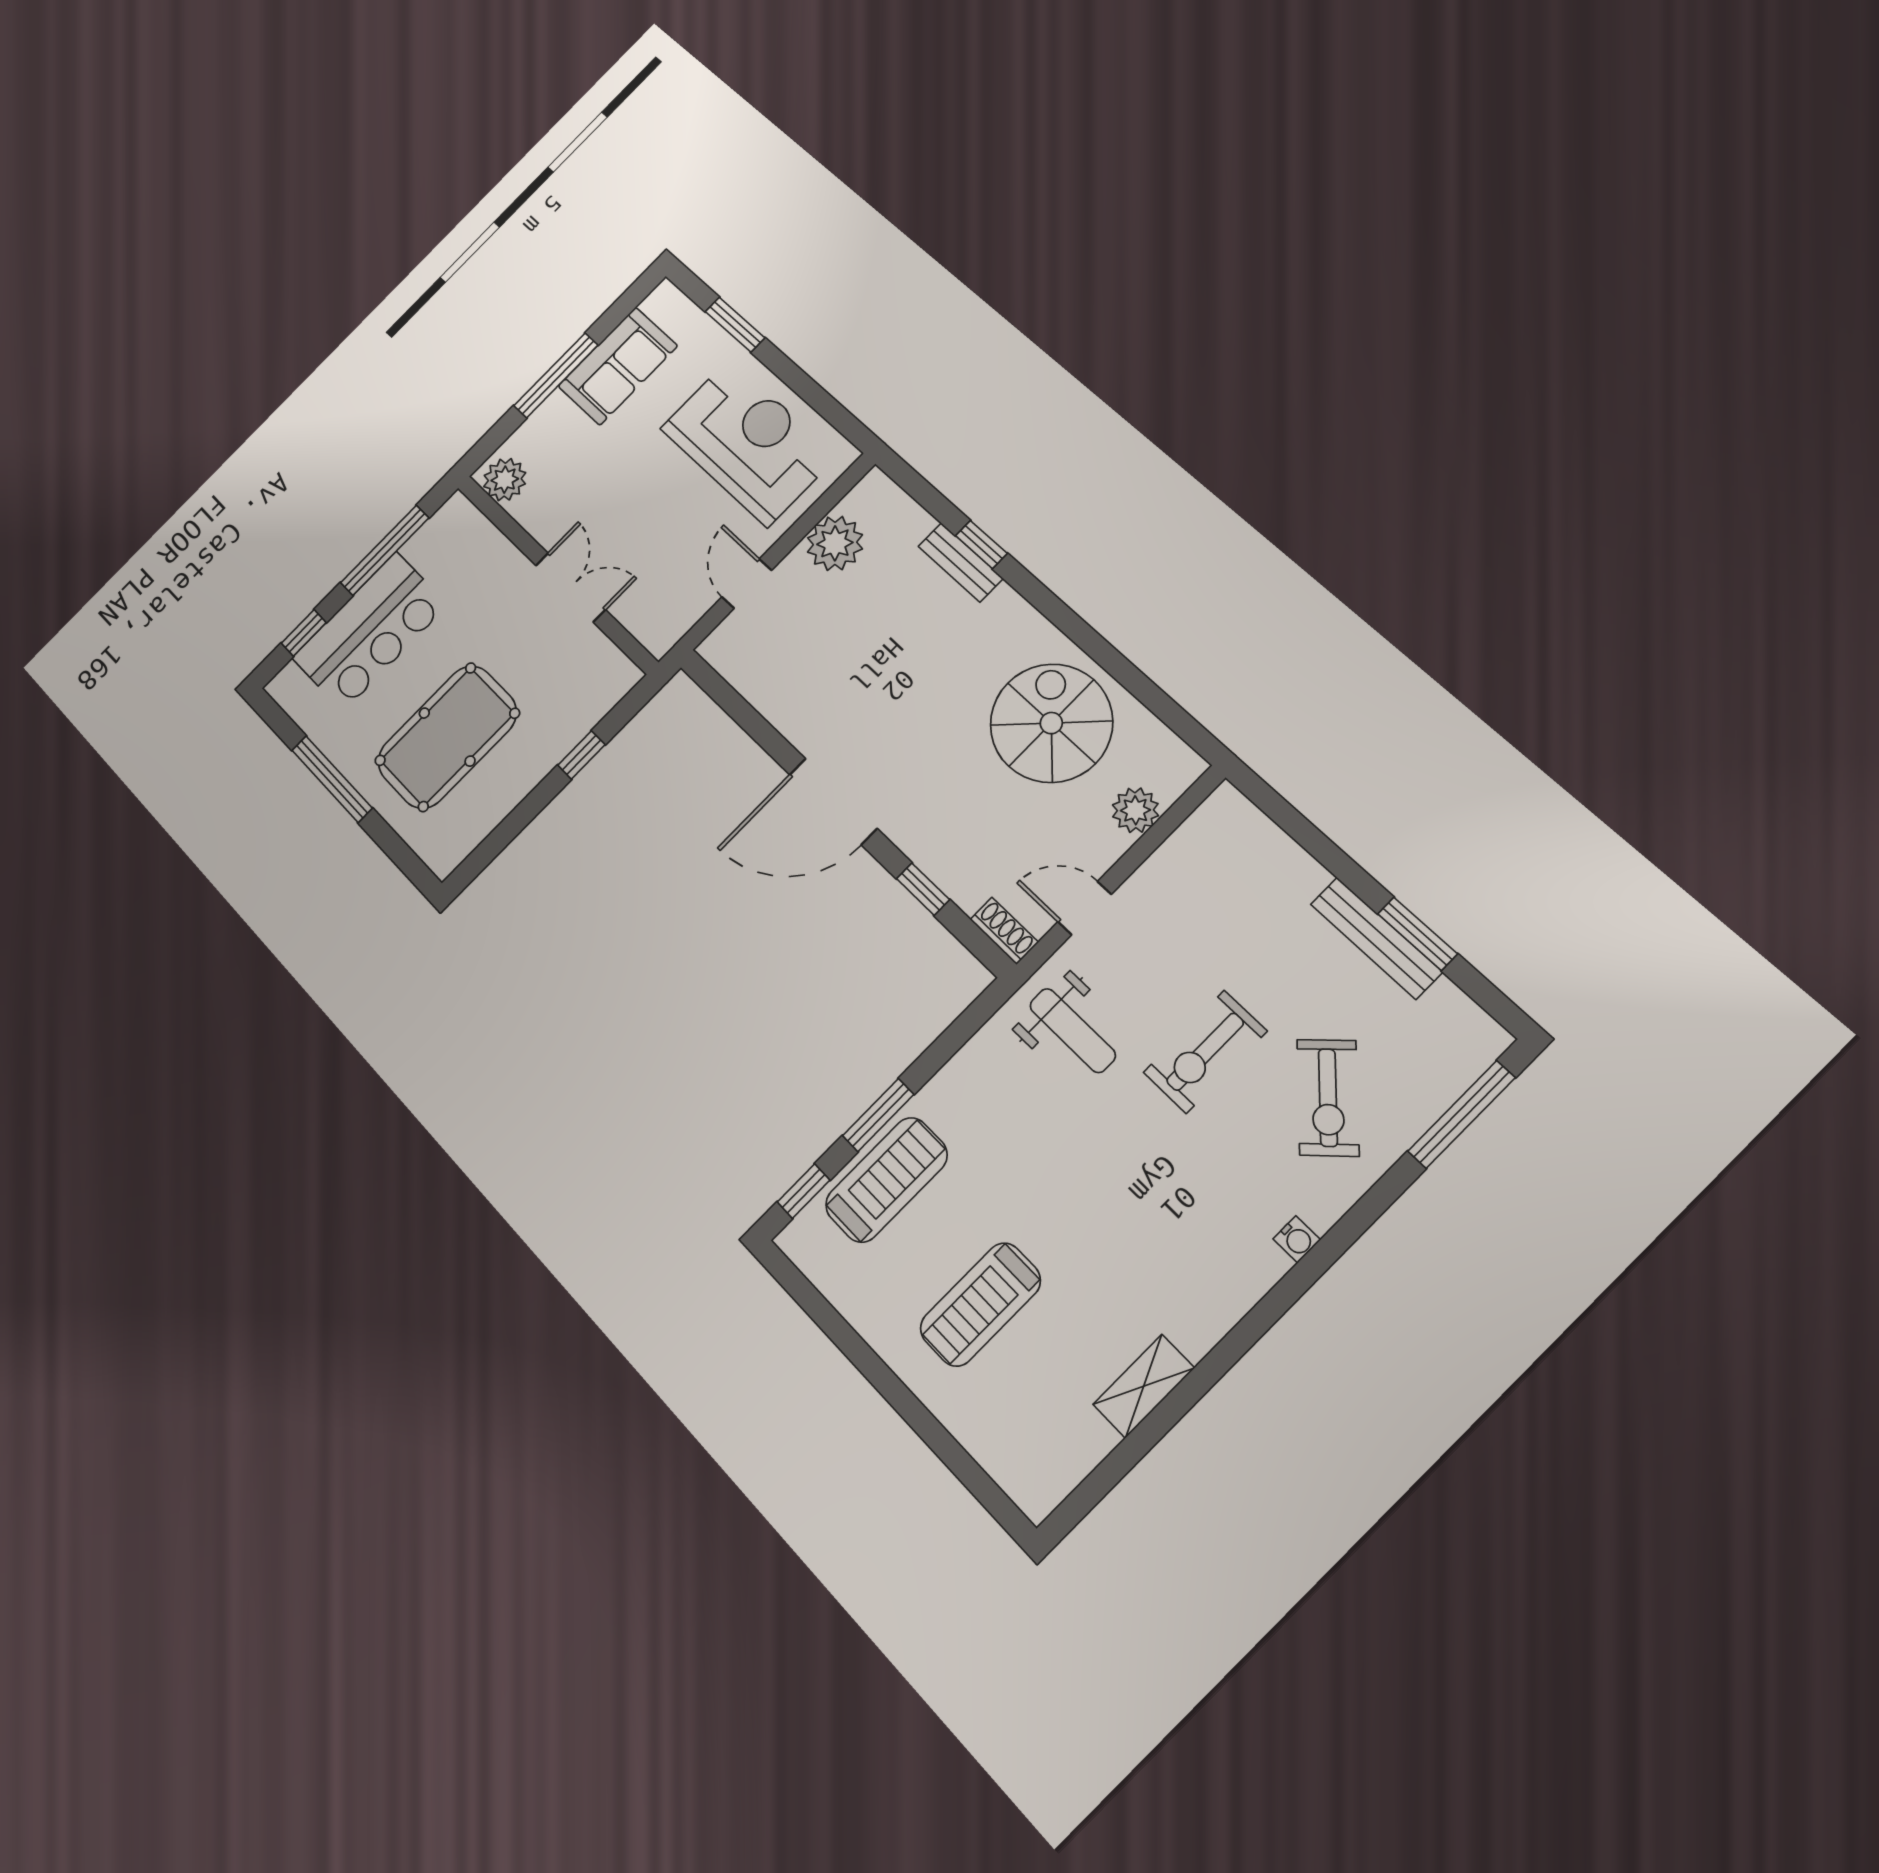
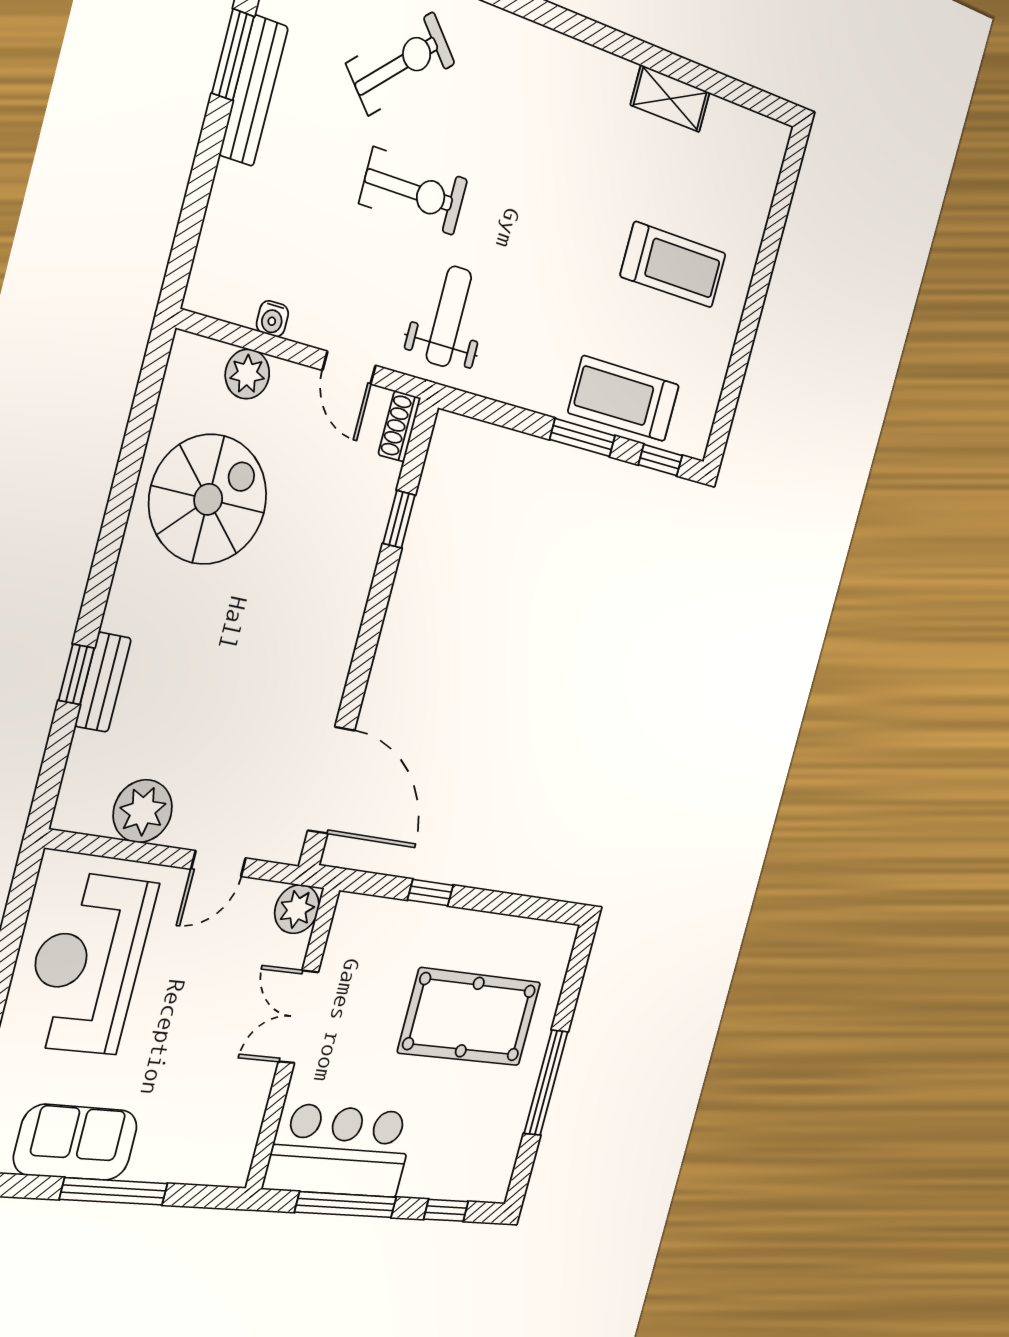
plant: (505, 480) -> (297, 909), moved
bar counter: (370, 631) -> (340, 1151), moved
spiral stairs: (1051, 723) -> (208, 499), turned 180
door: (833, 801) -> (331, 780), moved
water cooler: (1297, 1239) -> (272, 319), moved, turned 180

